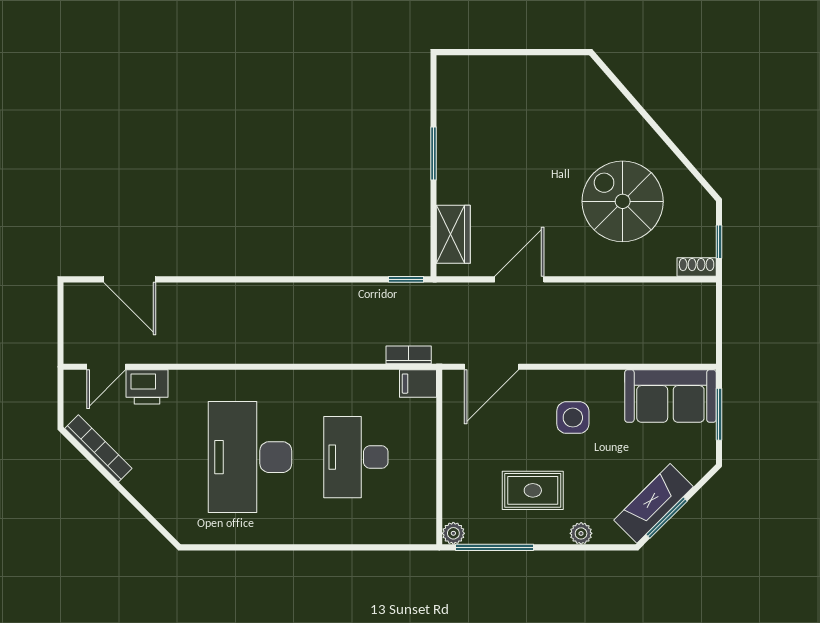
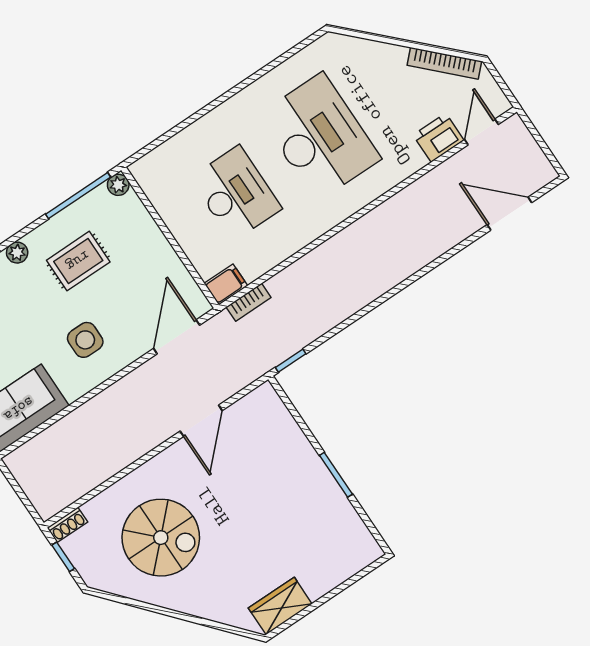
wardrobe: (453, 234) -> (280, 606), moved, turned 90

